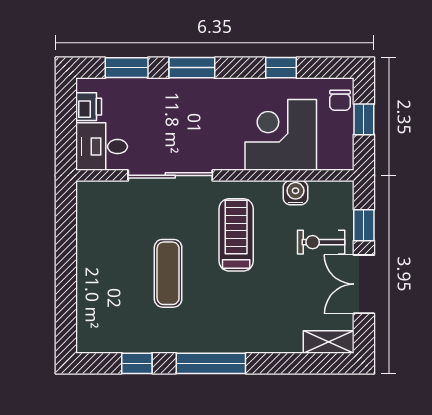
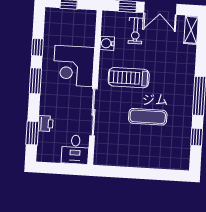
window: (192, 68) -> (35, 81), moved
chair: (340, 100) -> (57, 16), removed
printer: (89, 107) -> (46, 124), moved, turned 90
corner desk: (281, 135) -> (74, 66), moved

